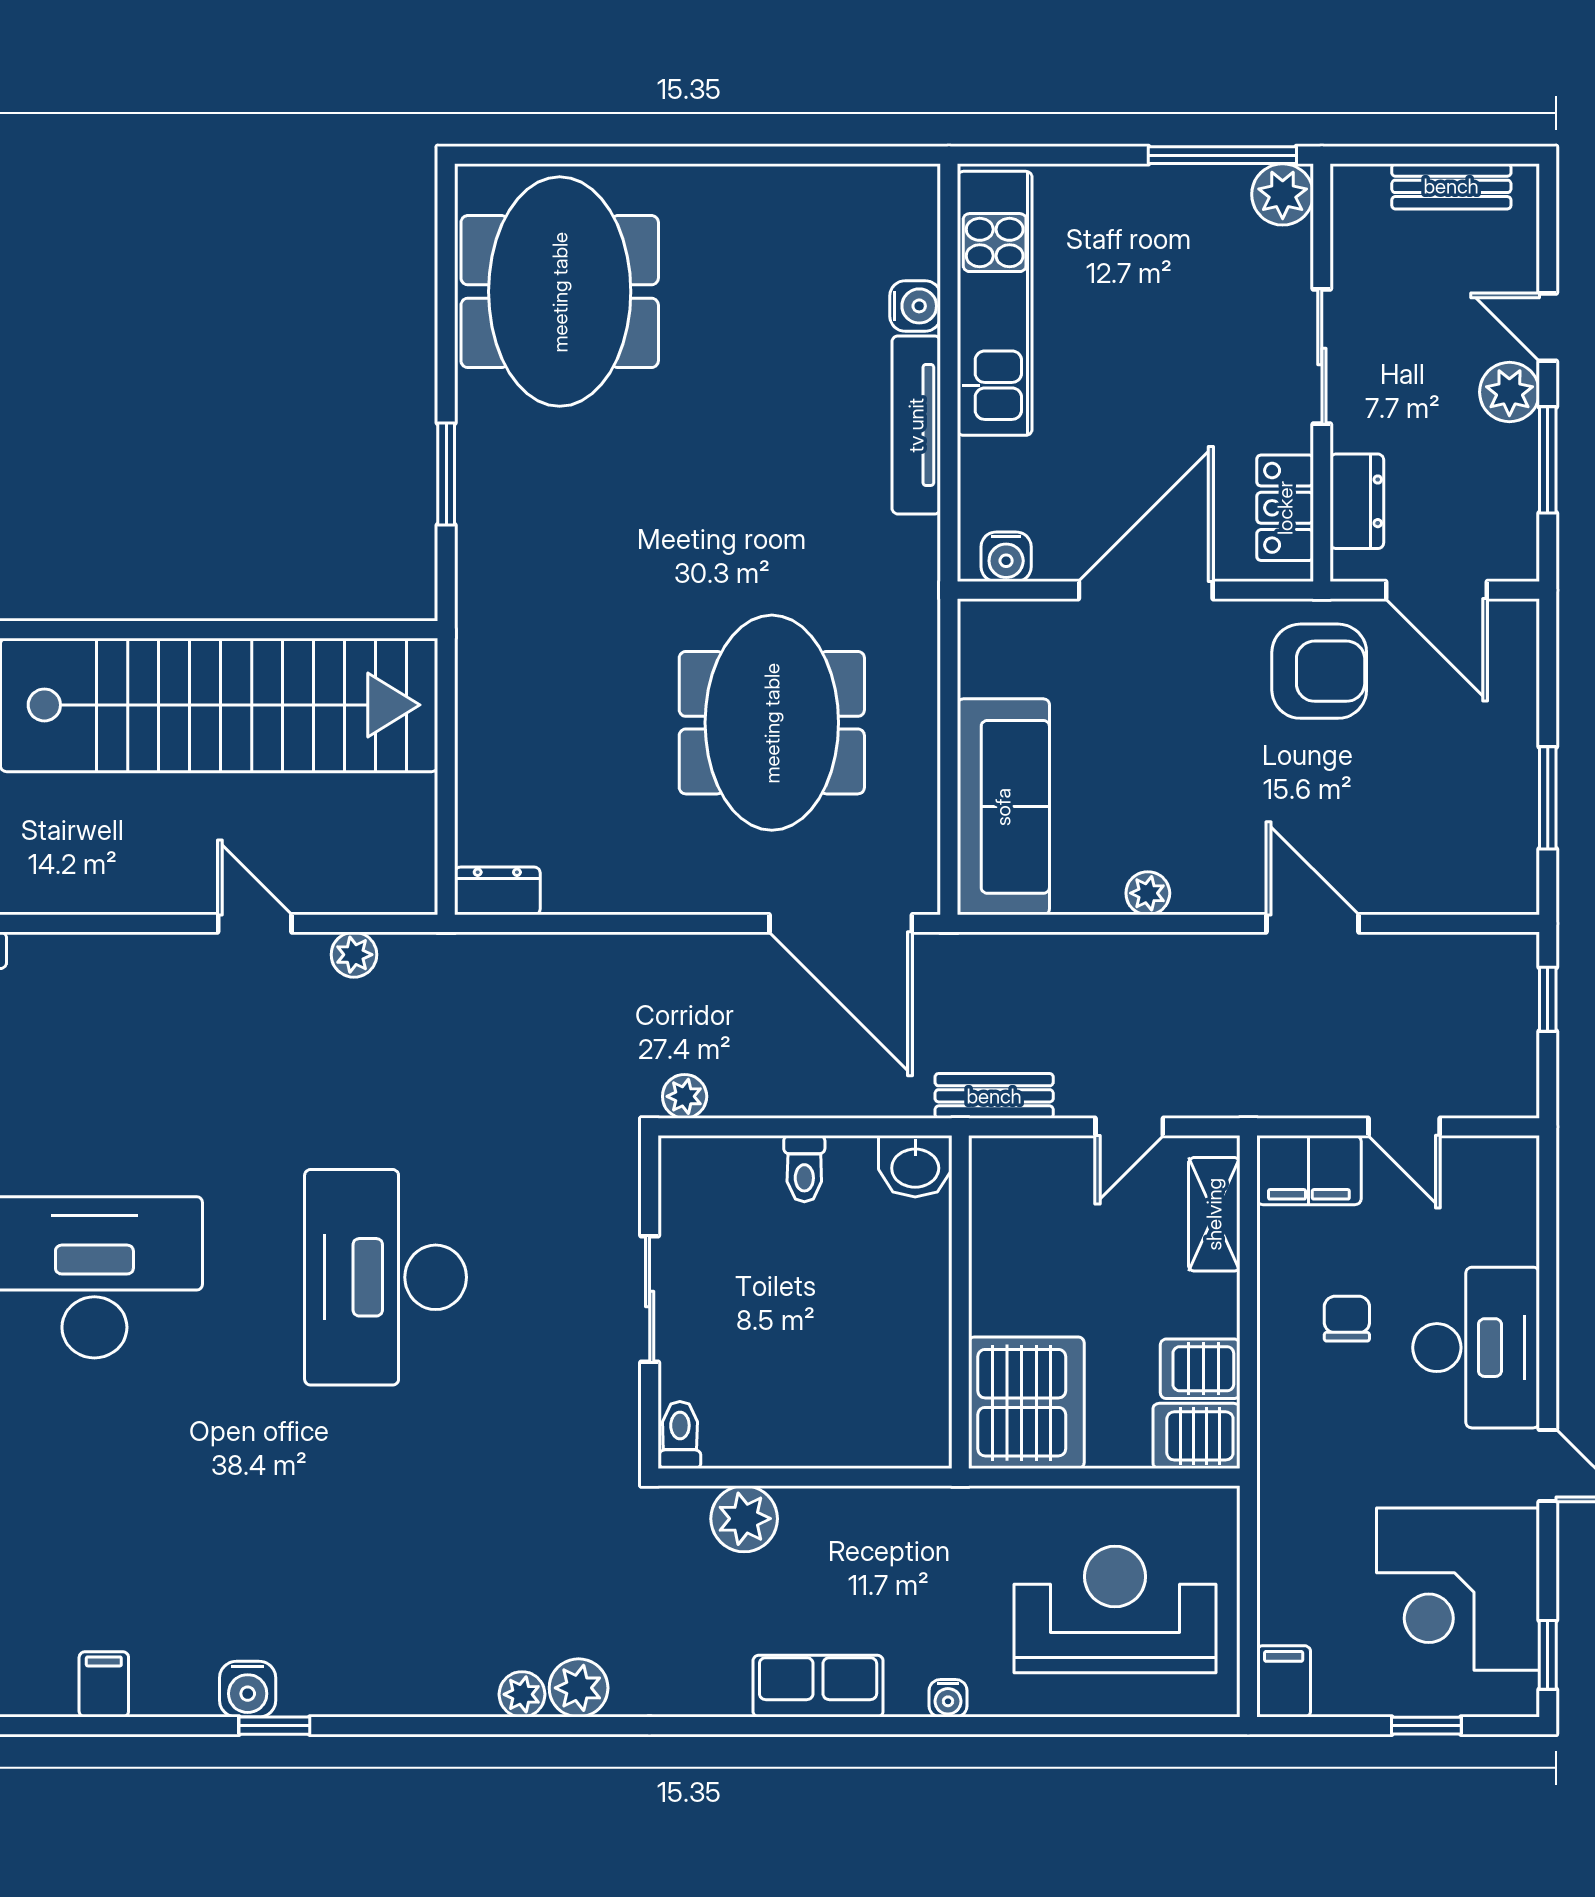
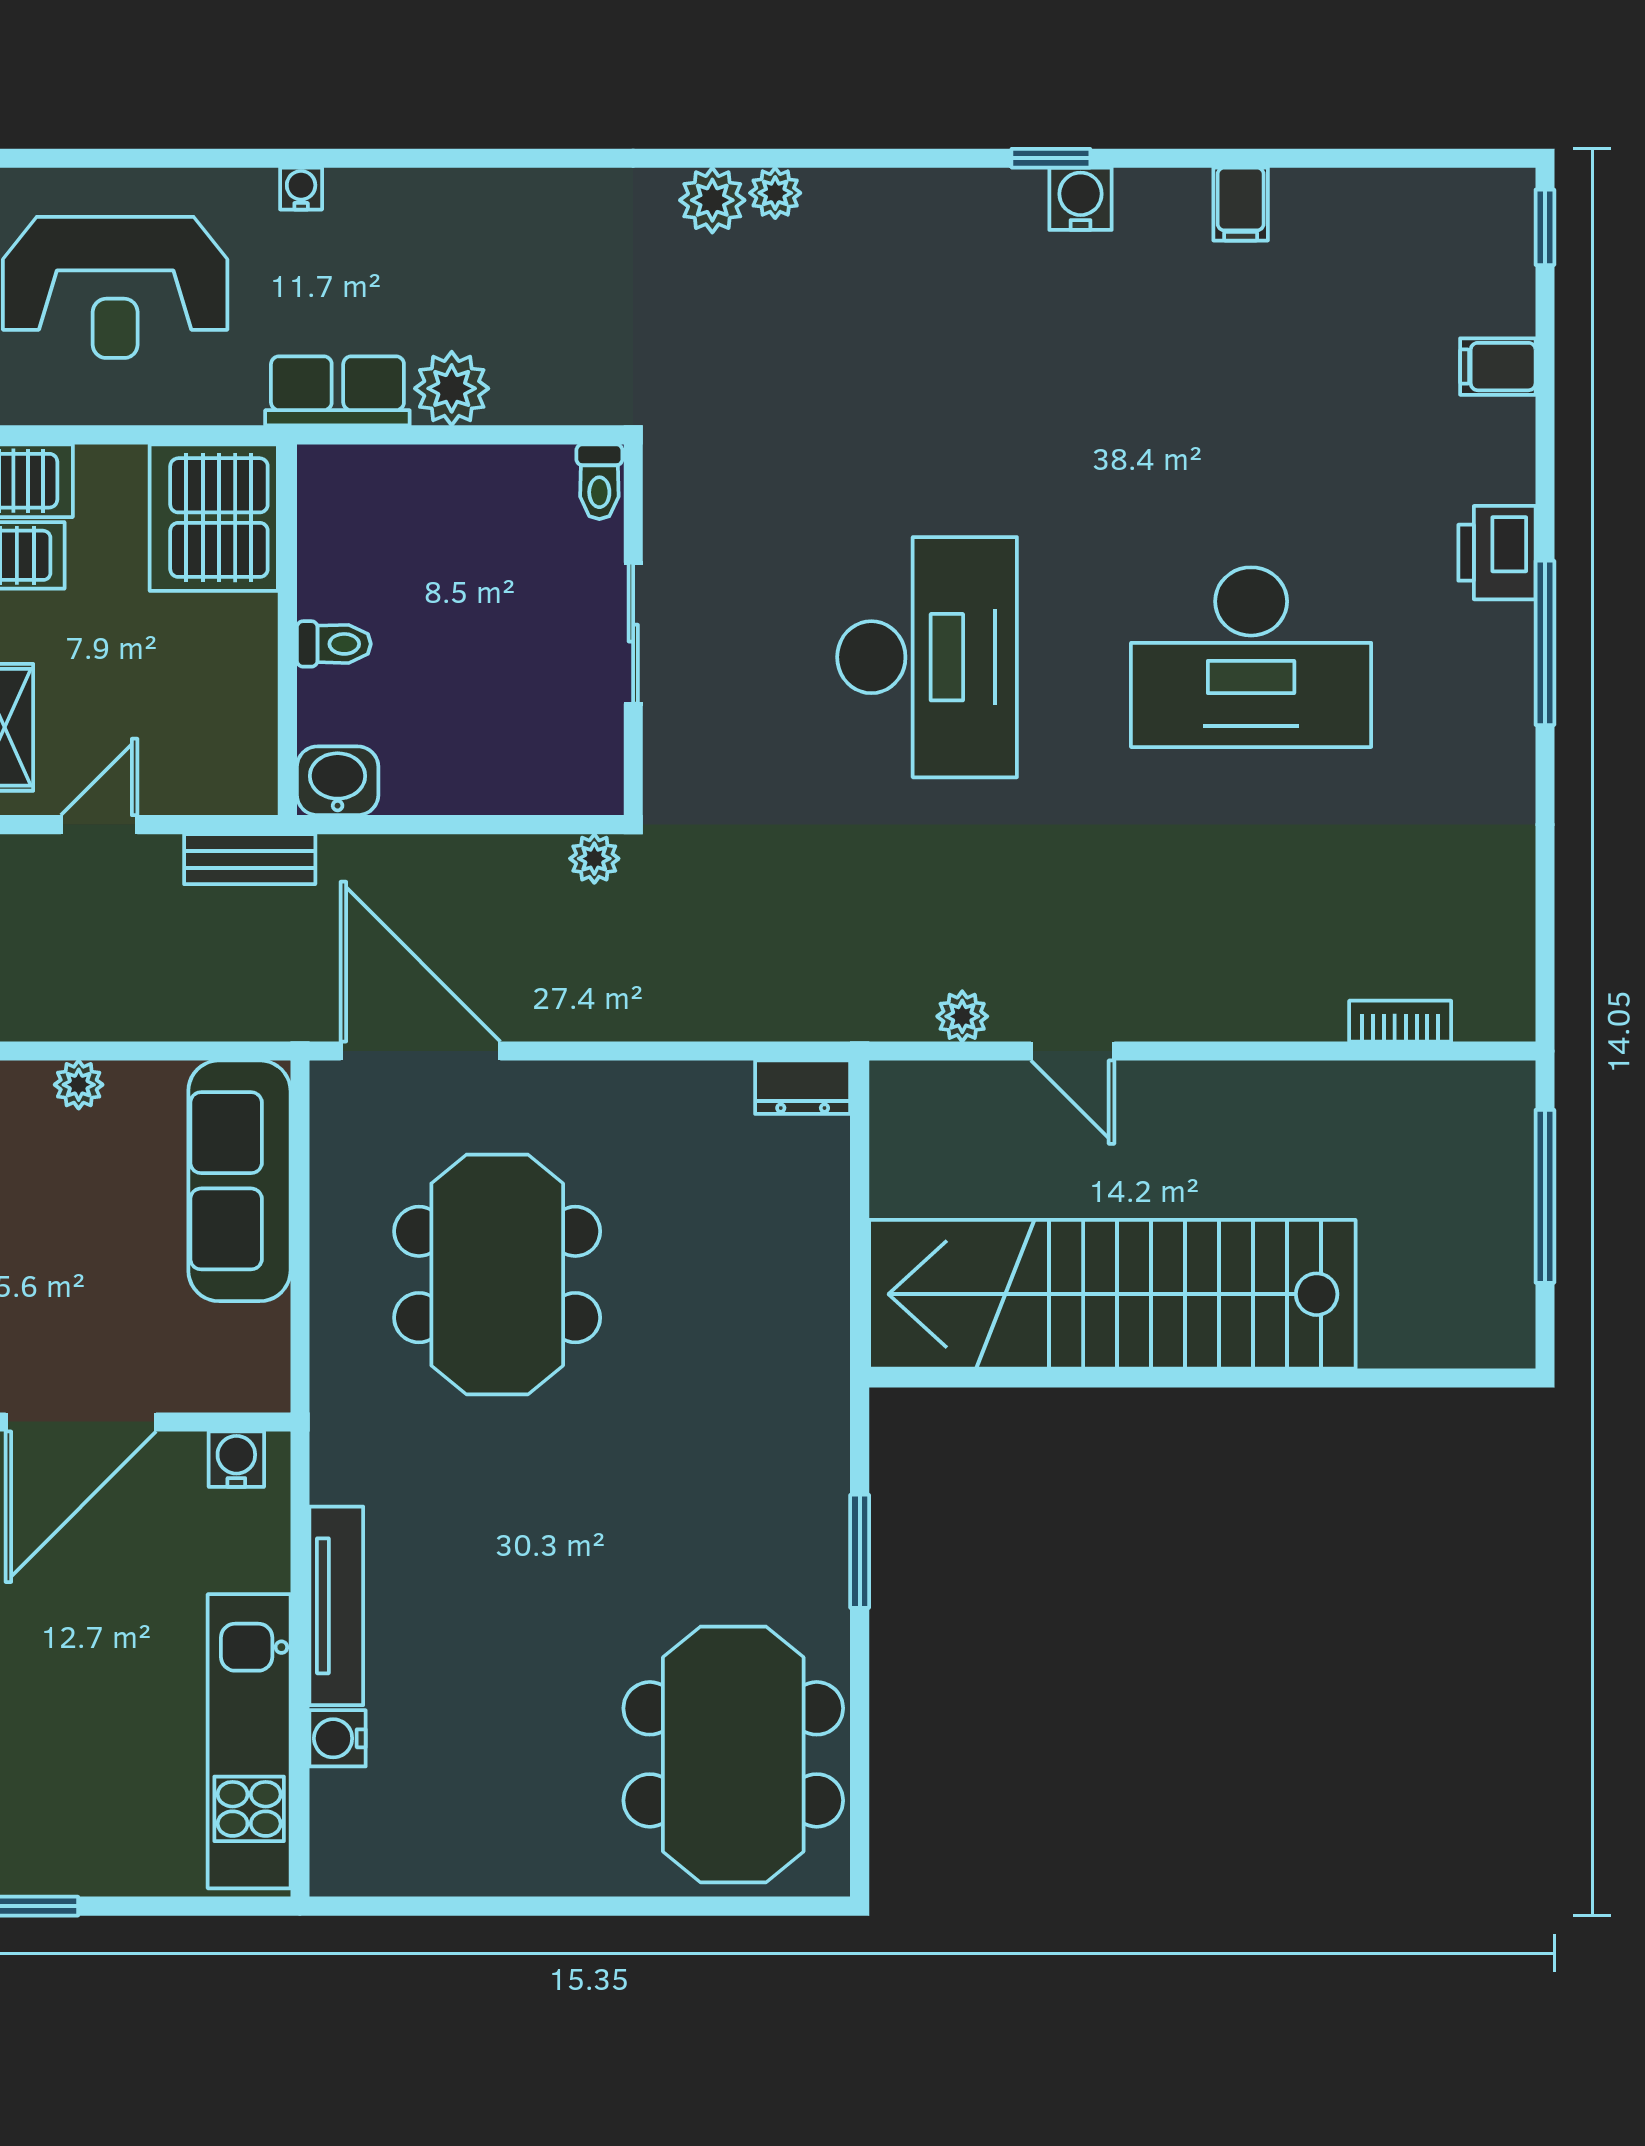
toilet: (804, 1169) -> (334, 644), moved, turned 90
plant: (744, 1519) -> (452, 388), moved
row of seats: (818, 1686) -> (337, 391), moved, turned 180

